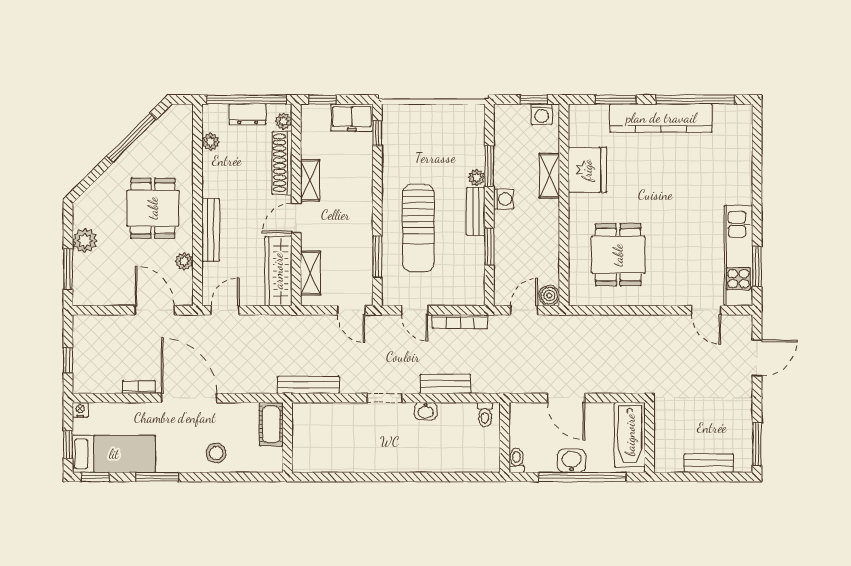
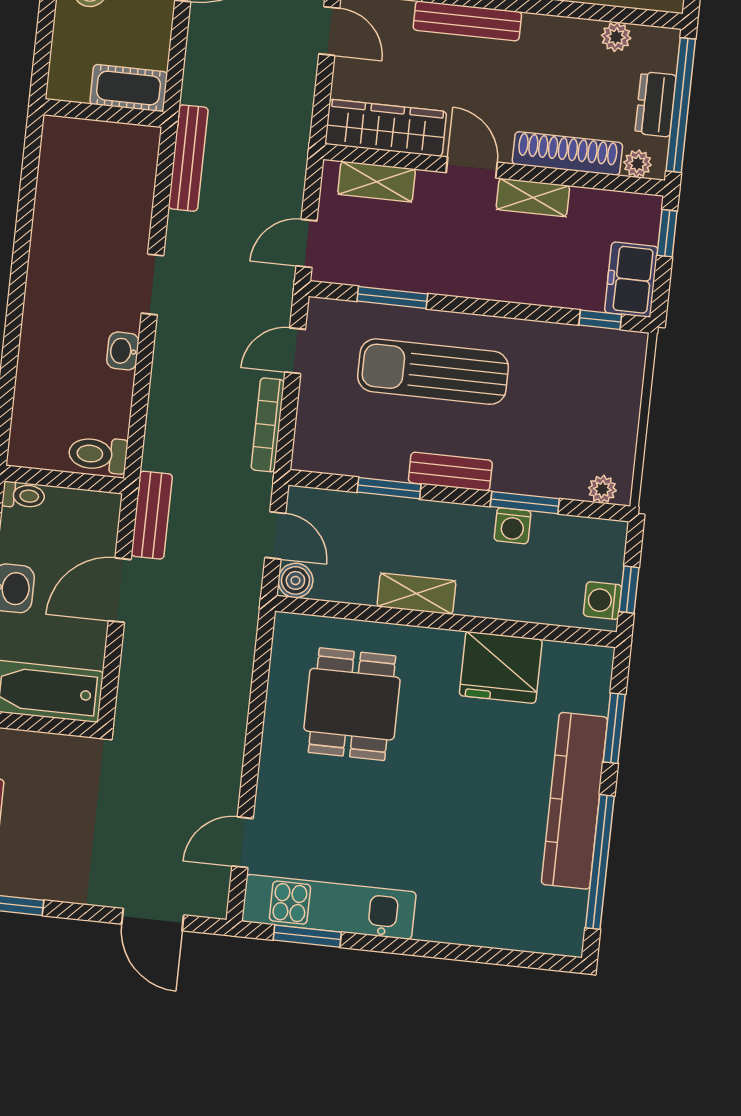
shelving: (549, 176) -> (416, 594), moved
plant: (477, 178) -> (602, 489), moved
washing machine: (504, 199) -> (513, 526), moved
dining table: (618, 255) -> (352, 704), turned 90
bench: (445, 384) -> (152, 515), moved
toilet: (485, 415) -> (98, 454), width x1.37, depth x1.39

